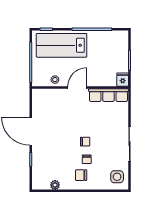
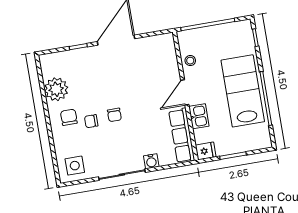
lab bench: (62, 45) -> (243, 91), moved
kitchen sink: (97, 80) -> (199, 116), added
door: (77, 88) -> (185, 92), swing flipped
water cooler: (123, 121) -> (151, 161), added
plant: (55, 185) -> (56, 89), width x1.87, depth x1.87

